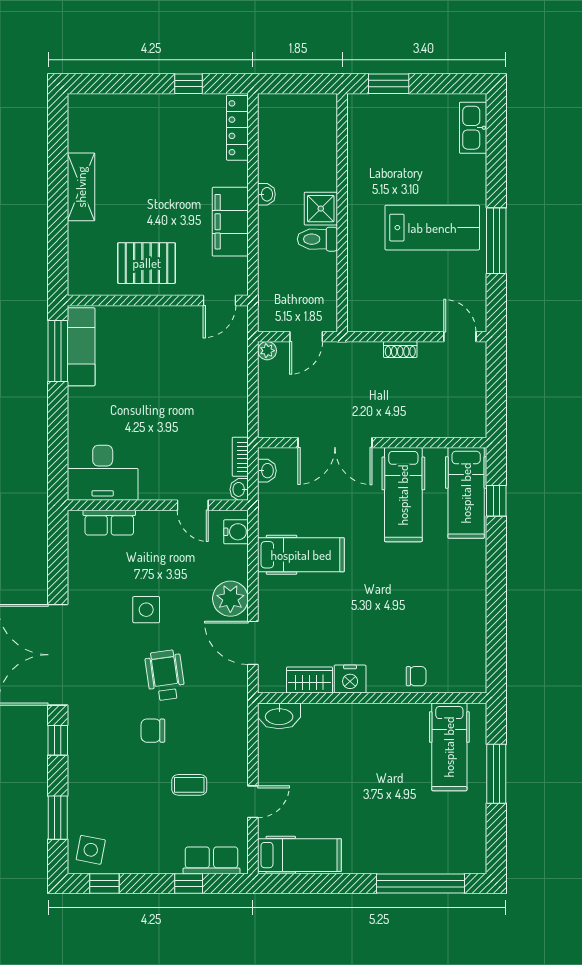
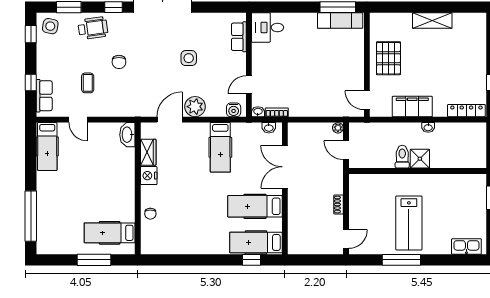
desk: (103, 473) -> (268, 27), width x0.73
wheelchair: (165, 675) -> (93, 28), moved
chair: (153, 731) -> (119, 62), turned 180

